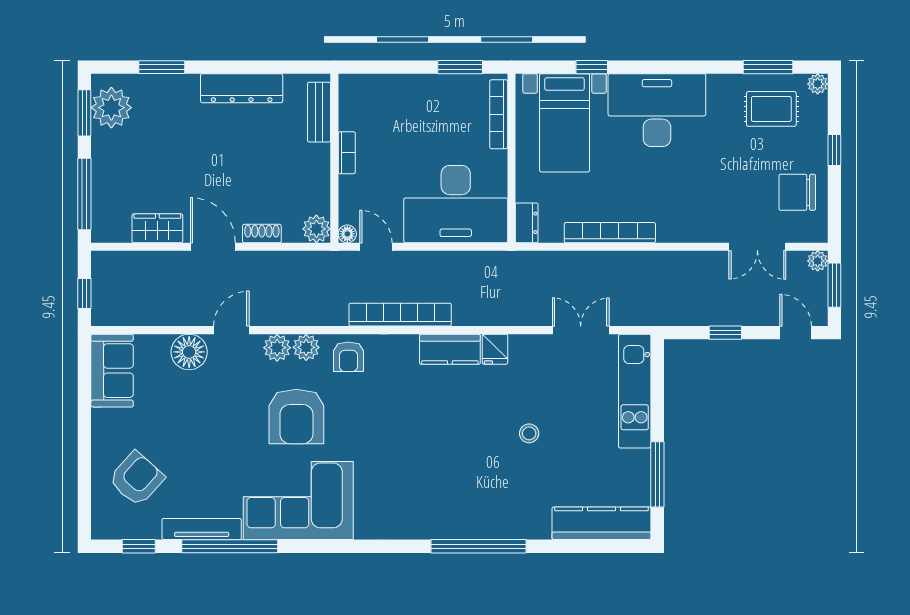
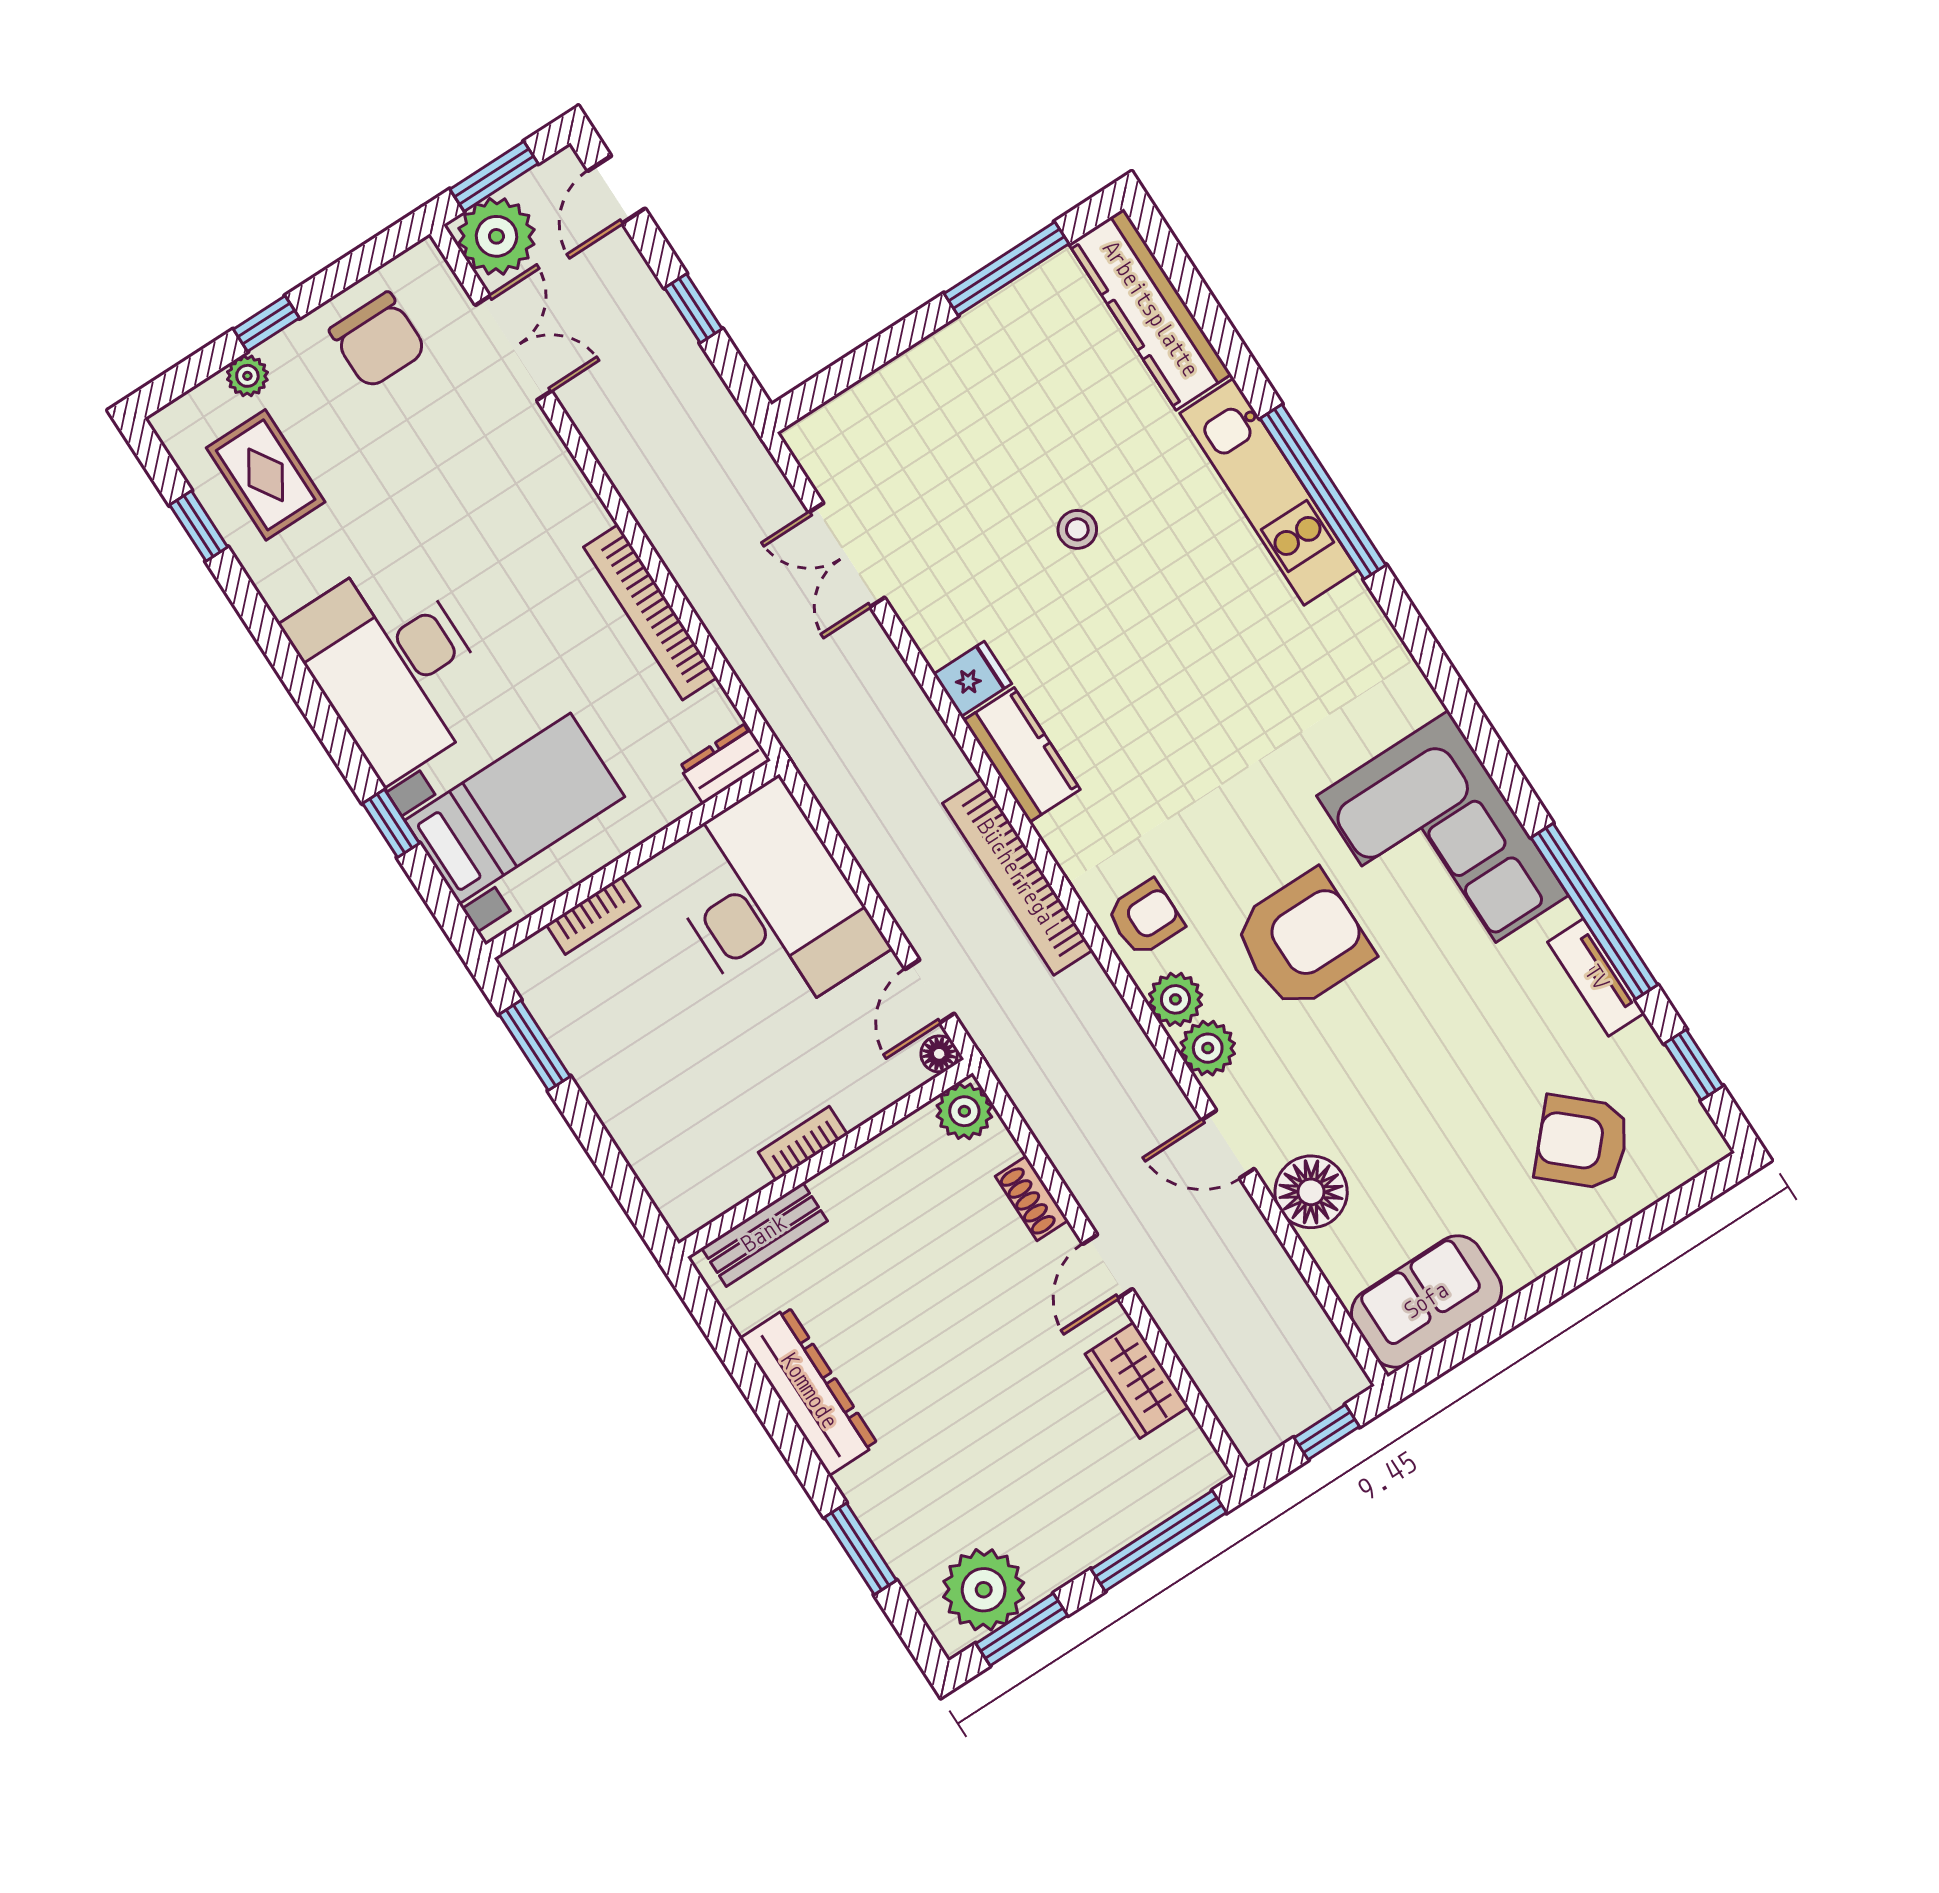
window: (768, 67) -> (199, 526), width x0.67
plant: (818, 84) -> (247, 376), moved
bookcase: (499, 114) -> (593, 915), width x0.64
door: (213, 247) -> (1108, 1267), width x0.73
plant: (818, 261) -> (496, 236), width x1.88, depth x1.88
kitchen unit: (635, 391) -> (1269, 492), moved, turned 90
tv unit: (202, 529) -> (1596, 977), width x0.71

